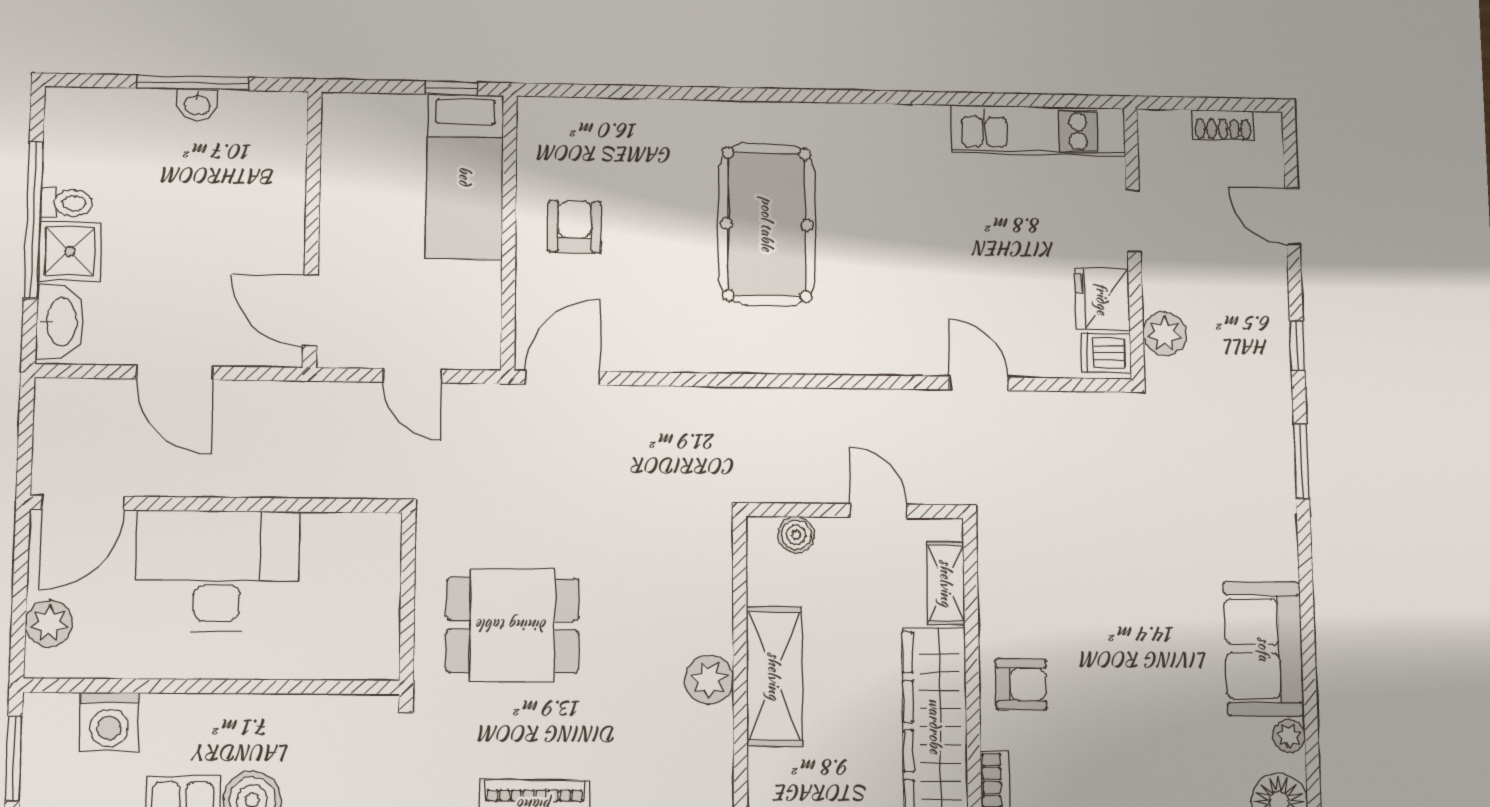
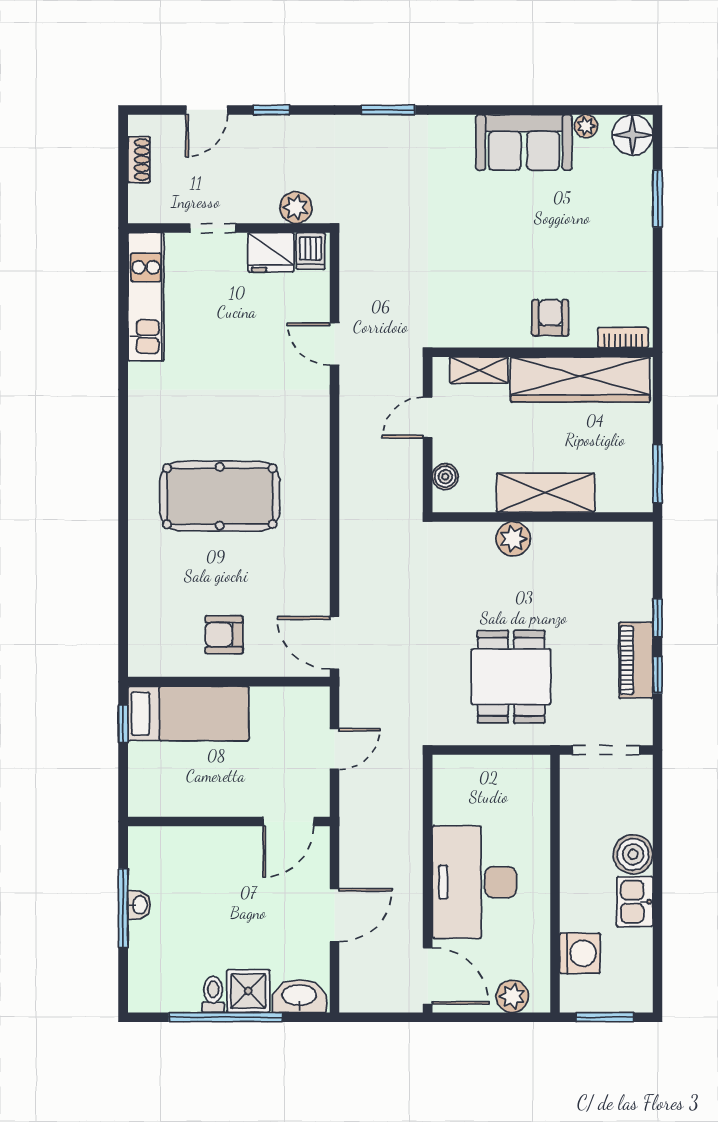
window: (1297, 345) -> (271, 110), moved
door: (979, 383) -> (334, 344), hinge flipped
plant: (709, 680) -> (513, 539), moved

